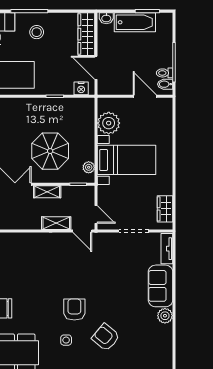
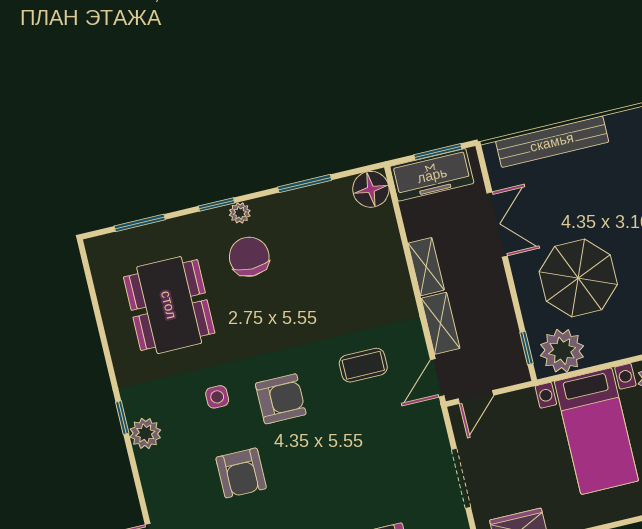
plant: (89, 167) -> (562, 351), width x1.87, depth x1.87
shelving: (47, 192) -> (426, 267), moved
coffee table: (68, 265) -> (363, 365), added
armchair: (106, 337) -> (241, 473), turned 140

